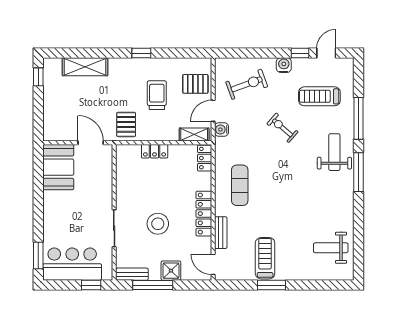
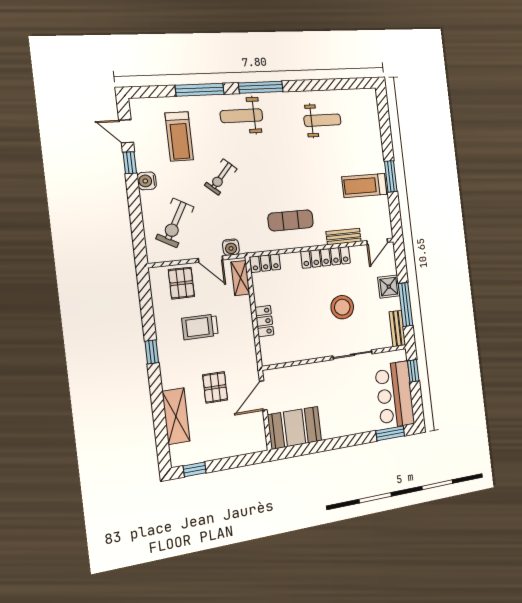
exercise bike: (247, 84) -> (175, 223), turned -131
pallet: (126, 124) -> (215, 387), moved, turned 90
weight bench: (331, 248) -> (323, 120), moved, turned -90

